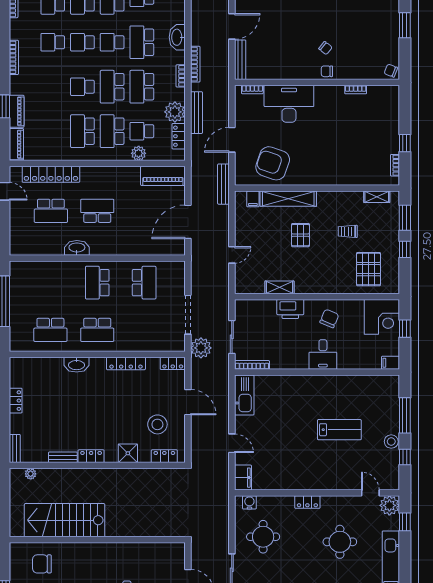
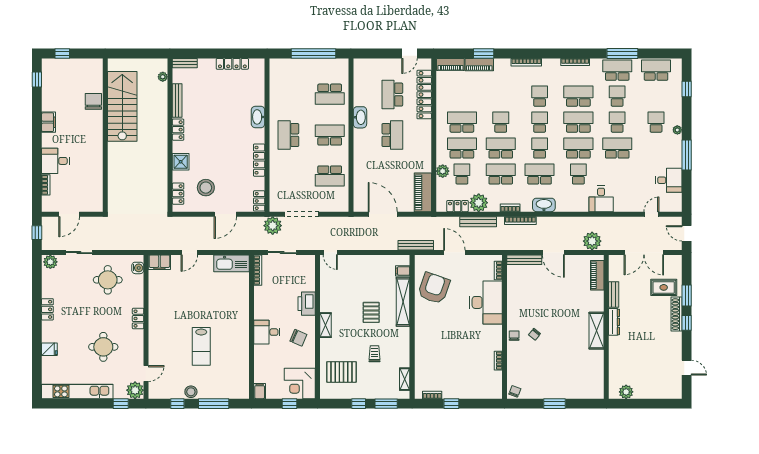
pallet: (300, 235) -> (371, 312), turned 90
door: (232, 255) -> (330, 253), moved
shelving: (280, 287) -> (325, 325), moved
school desk: (50, 330) -> (330, 94), moved, turned -90
locker: (16, 401) -> (232, 64), width x1.53
bench: (63, 457) -> (177, 101), width x1.36
chair: (42, 564) -> (93, 101), moved

